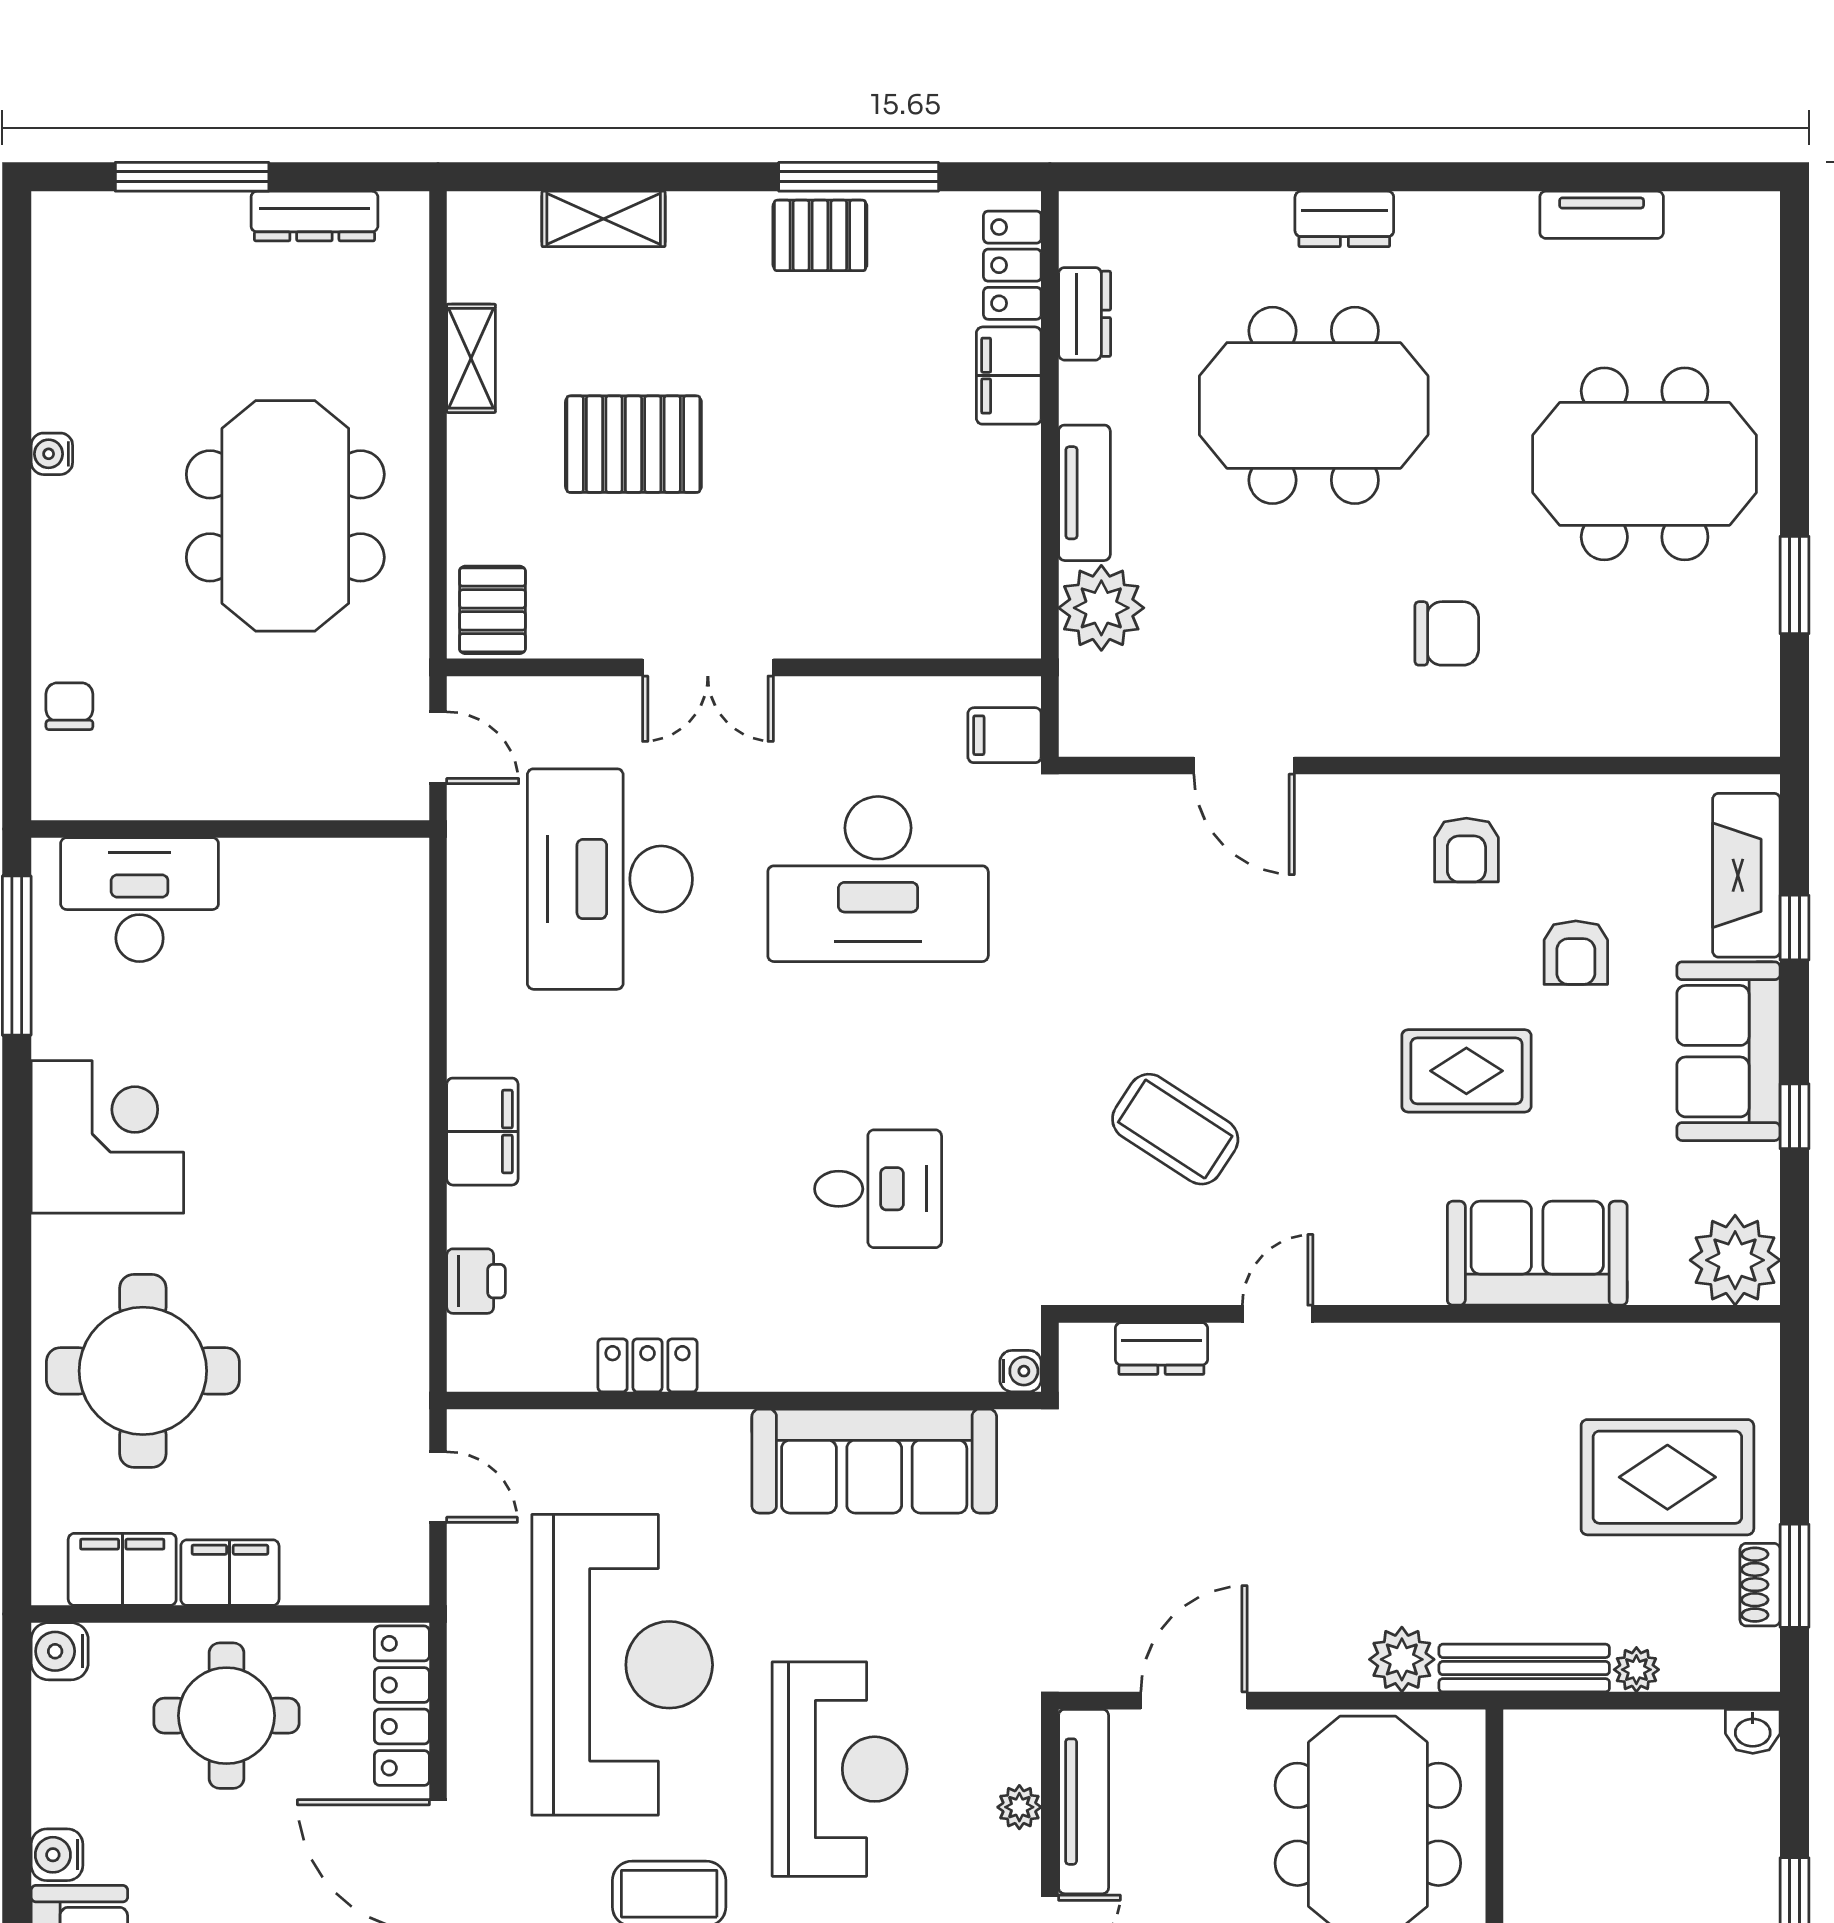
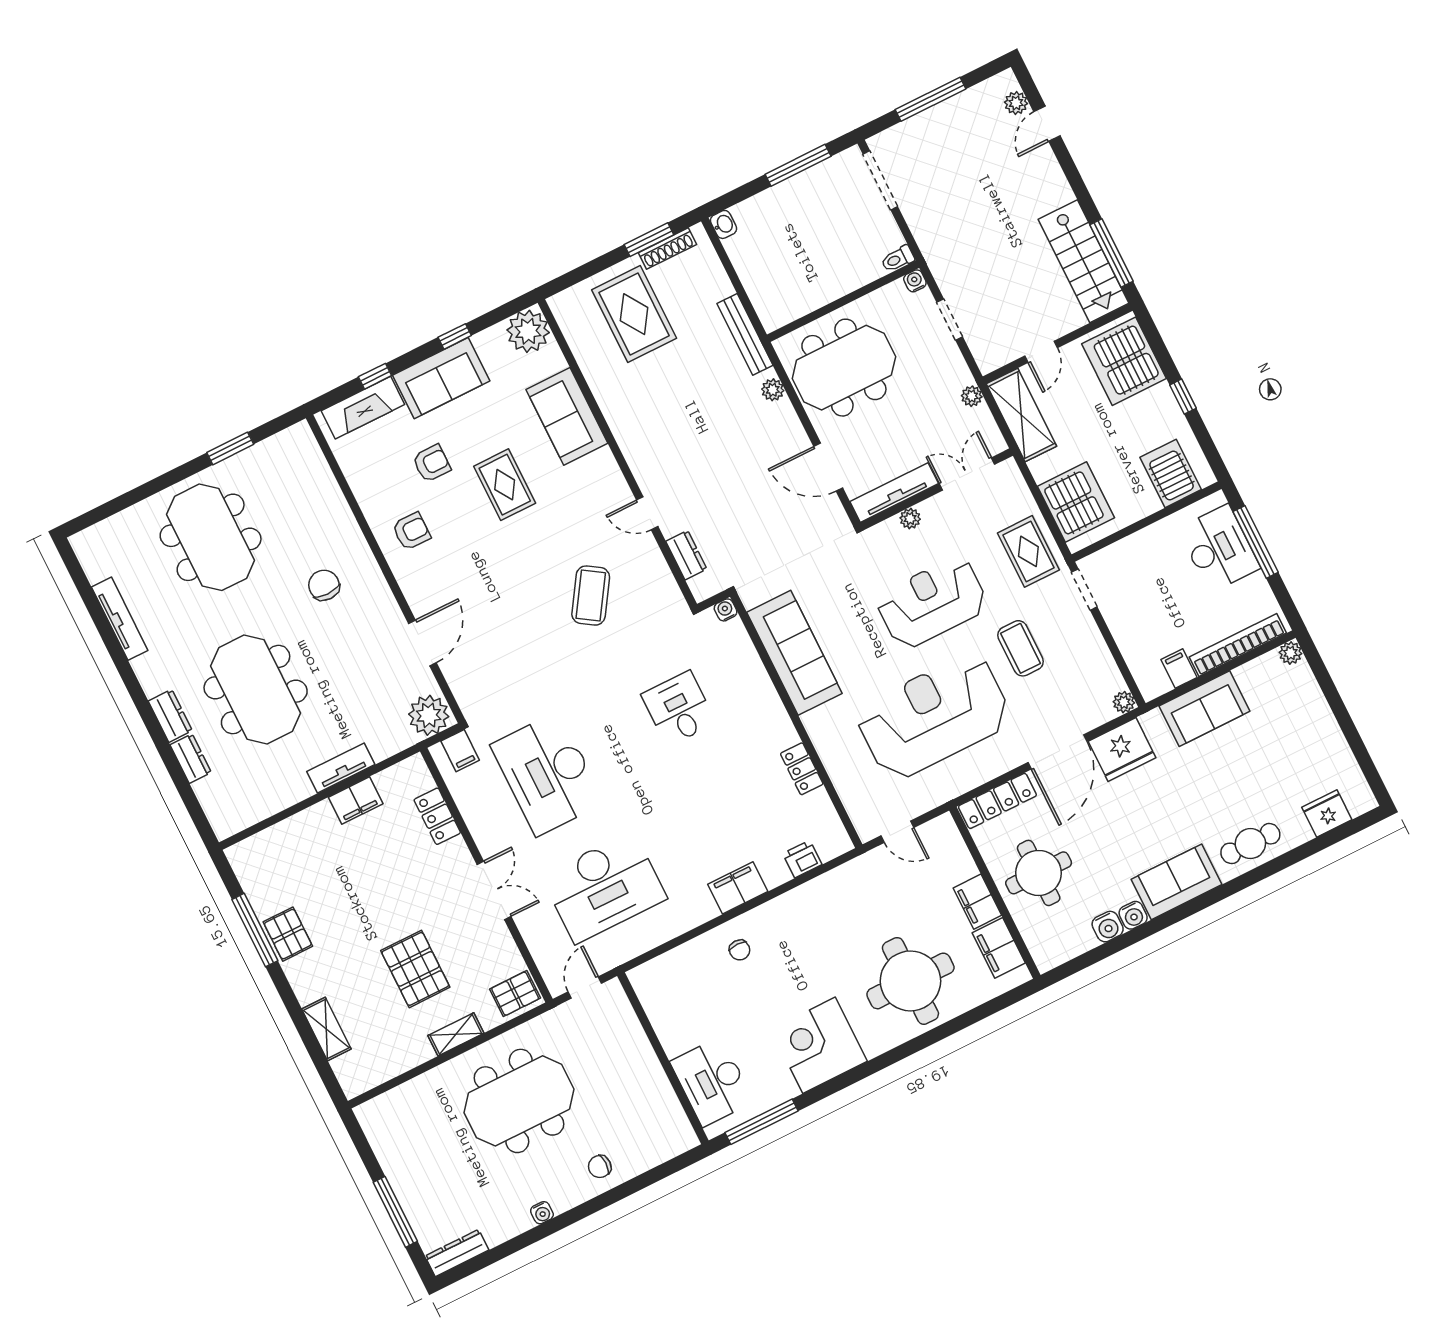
tv unit: (1602, 215) -> (120, 619), width x1.41
dresser: (314, 216) -> (457, 1253), moved, turned -90
locker: (1012, 265) -> (437, 816), moved, turned 90
dresser: (1085, 314) -> (191, 759), moved, turned 90
shelving: (471, 358) -> (456, 1034), moved
filing cabinet: (1009, 376) -> (356, 801), moved
plant: (1101, 608) -> (429, 715), moved
chair: (69, 706) -> (600, 1166), moved
desk: (878, 879) -> (548, 774), turned 180
chair: (363, 1076) -> (740, 950), added
door: (438, 1487) -> (897, 832), swing flipped
shoe rack: (1760, 1585) -> (667, 249), width x1.43
water cooler: (60, 1651) -> (1108, 927), moved
plant: (1402, 1659) -> (773, 390), width x0.73, depth x0.73
plant: (1636, 1670) -> (722, 287), removed

